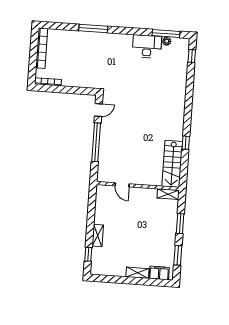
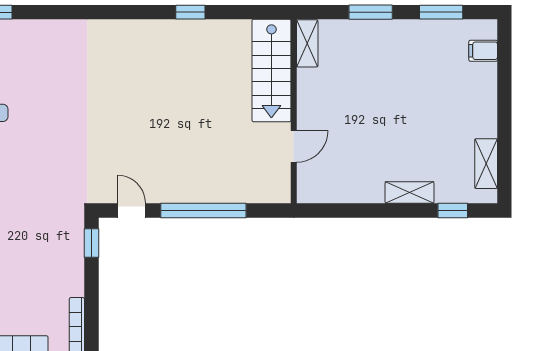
window: (85, 91) -> (91, 243), added
stairs: (172, 164) -> (271, 70), moved, turned 90
shelving: (137, 273) -> (486, 164), moved
filing cabinet: (159, 273) -> (483, 51), width x0.50

